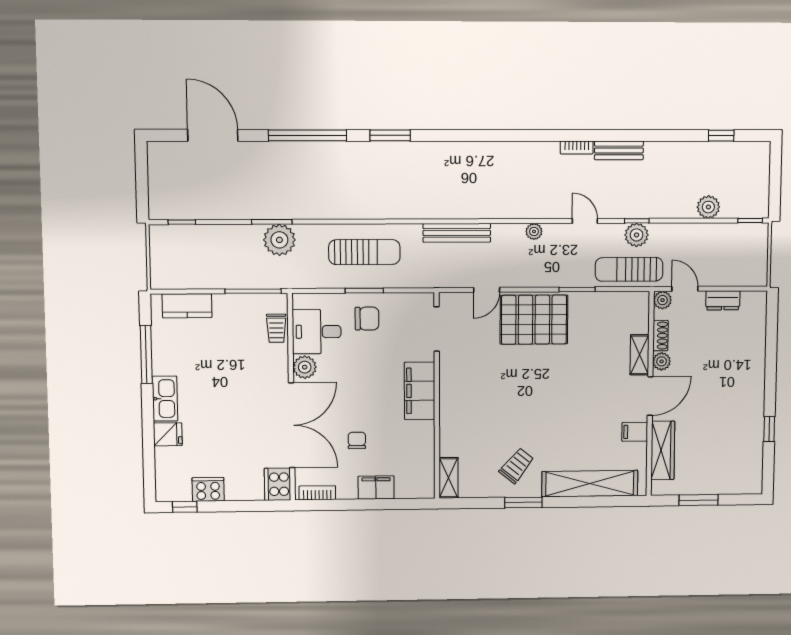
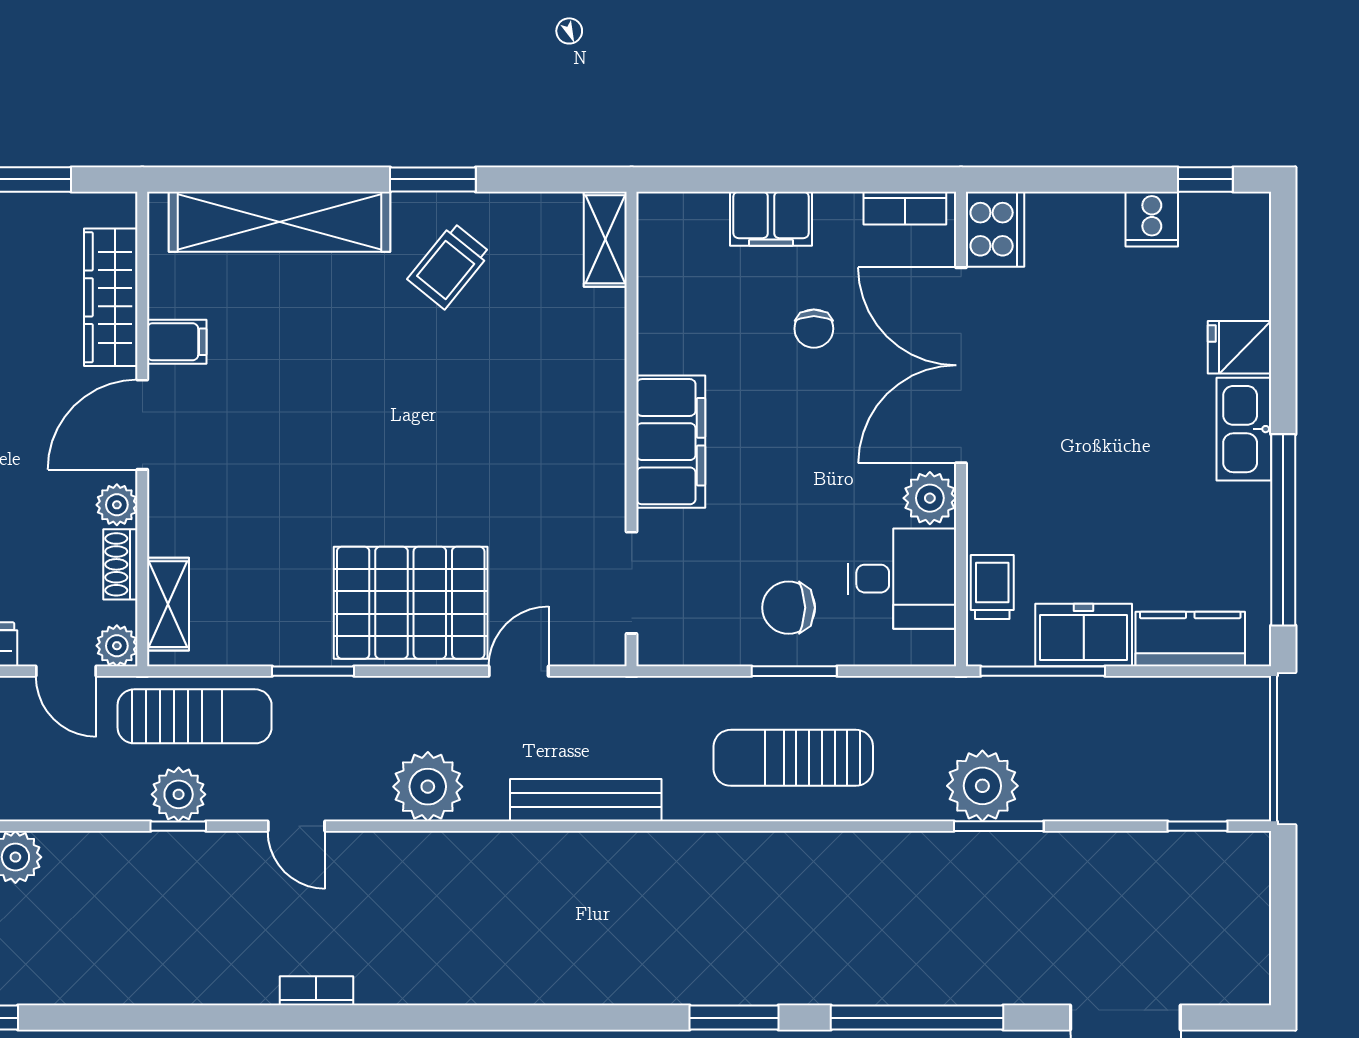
bench: (619, 150) -> (221, 984), removed
plant: (534, 232) -> (428, 787), width x1.87, depth x1.87
freezer: (235, 307) -> (1084, 635), added
window: (146, 354) -> (1283, 530), width x1.46
shelving: (639, 355) -> (168, 604), moved
cooker: (208, 489) -> (1152, 219), width x0.73

